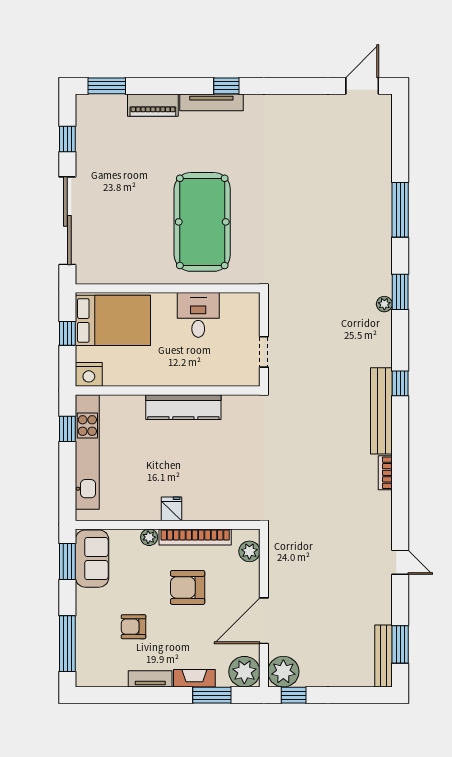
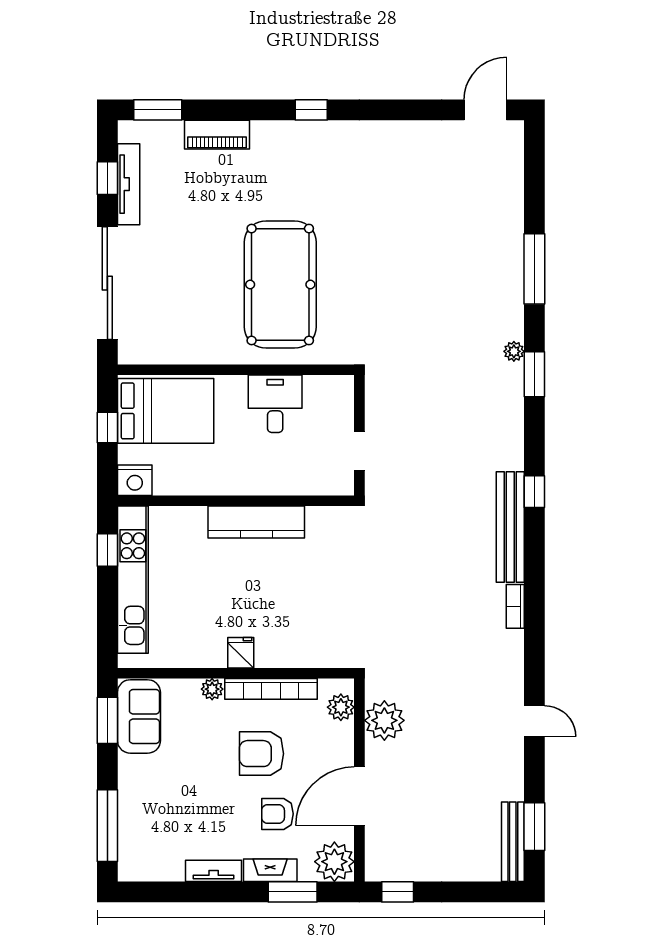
tv unit: (211, 102) -> (129, 184), moved, turned -90
plant: (384, 304) -> (514, 351), moved
armchair: (133, 627) -> (277, 814), moved
plant: (283, 672) -> (384, 720), moved

